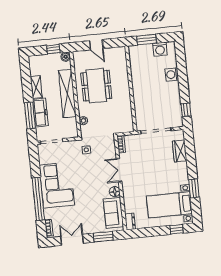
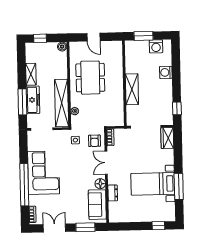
window: (53, 49) -> (40, 38), moved
shelving: (67, 93) -> (62, 103), moved
shelving: (139, 94) -> (132, 89), added
armchair: (105, 149) -> (94, 141), added
wardrobe: (180, 151) -> (167, 138), moved
window: (194, 188) -> (179, 187), width x1.44
bed with nightstands: (169, 205) -> (153, 184), moved
dresser: (130, 222) -> (113, 193), moved

